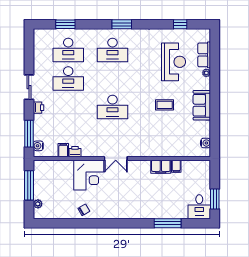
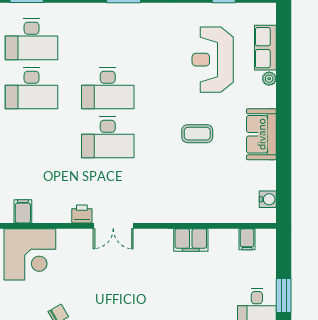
desk: (113, 50) -> (108, 88), moved
reception desk: (174, 62) -> (213, 60), turned 180
printer: (75, 152) -> (82, 214), moved
filing cabinet: (176, 166) -> (247, 239), moved
corner desk: (89, 175) -> (30, 254), moved

